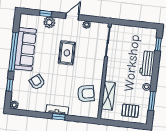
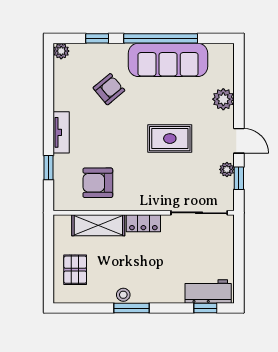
window: (46, 14) -> (239, 178), moved
workbench: (147, 63) -> (208, 291), moved
locker: (110, 72) -> (143, 223), added
armchair: (86, 94) -> (98, 183), turned 101
window: (152, 101) -> (131, 308), moved
window: (59, 117) -> (48, 168), moved

